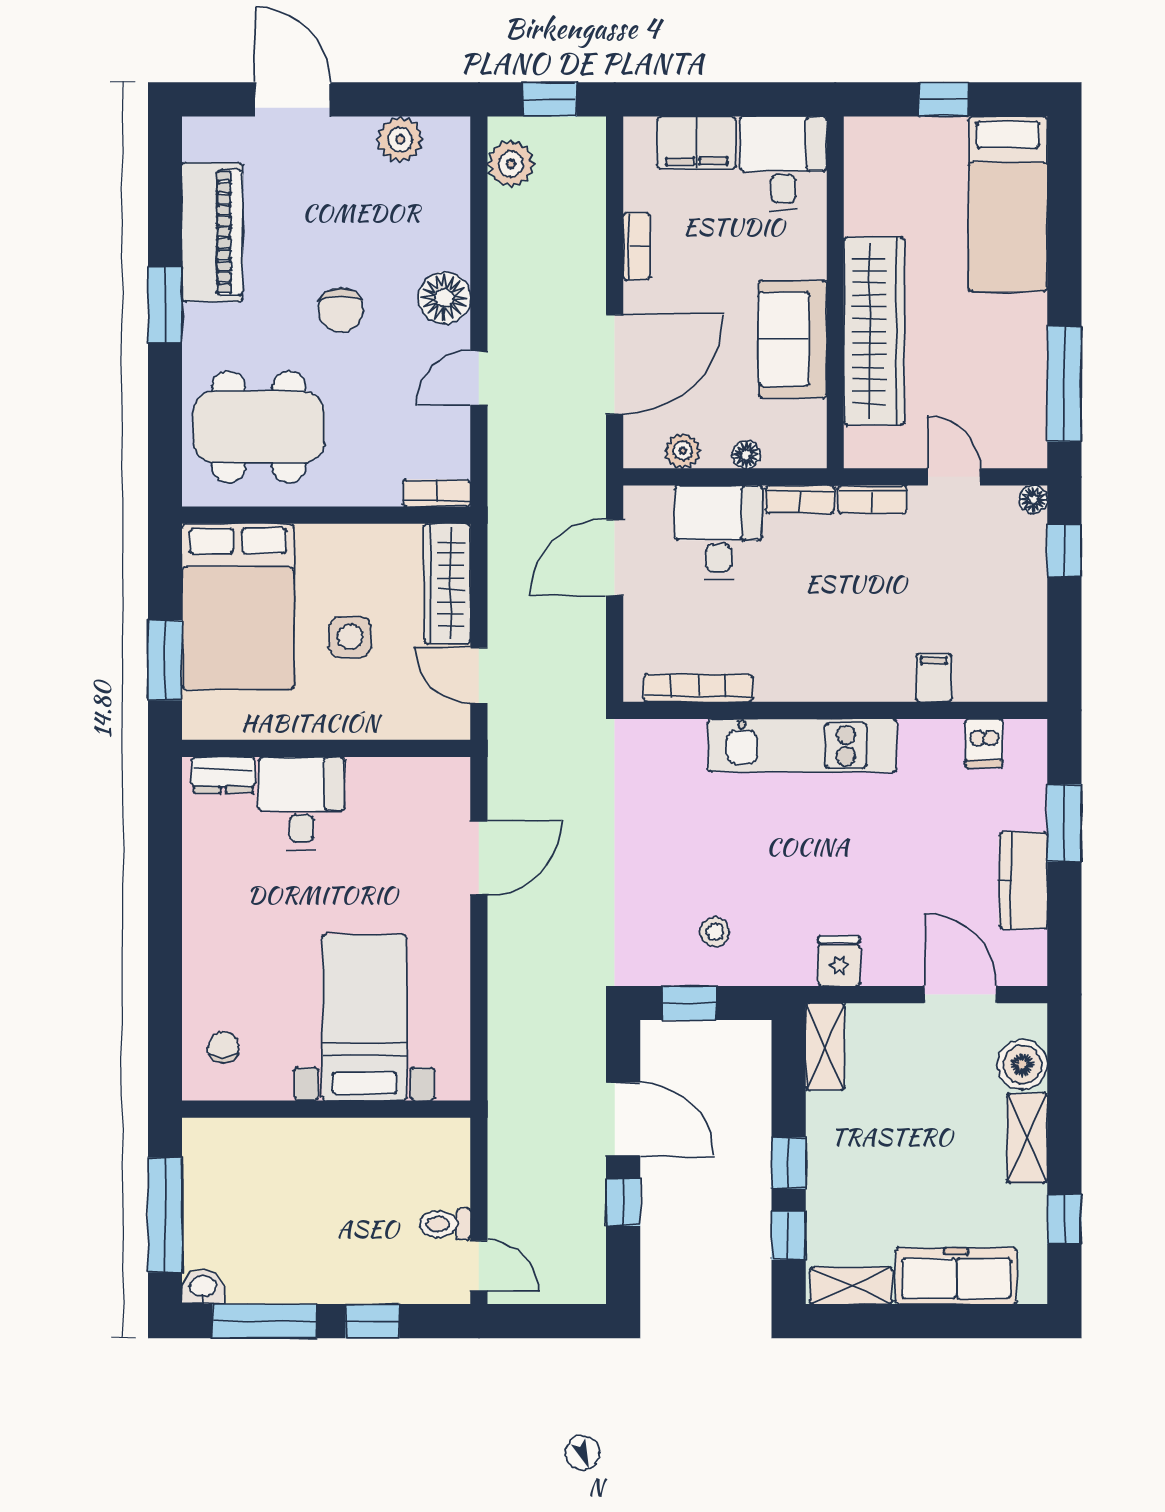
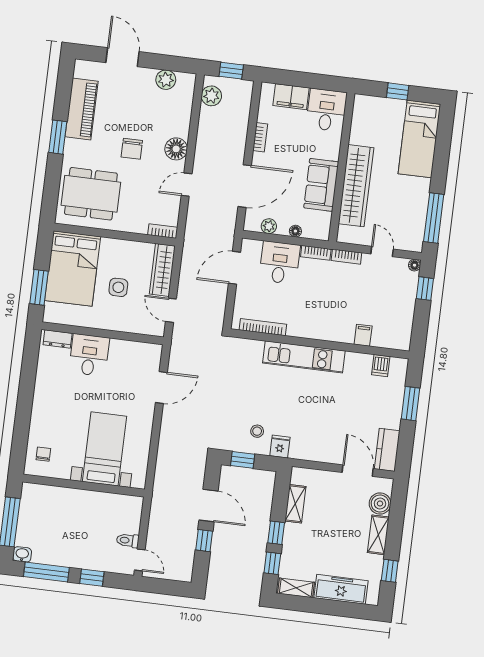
kitchen counter: (1023, 880) -> (387, 450), moved
fridge: (839, 961) -> (280, 447), moved
shelving: (825, 1046) -> (295, 504), moved

